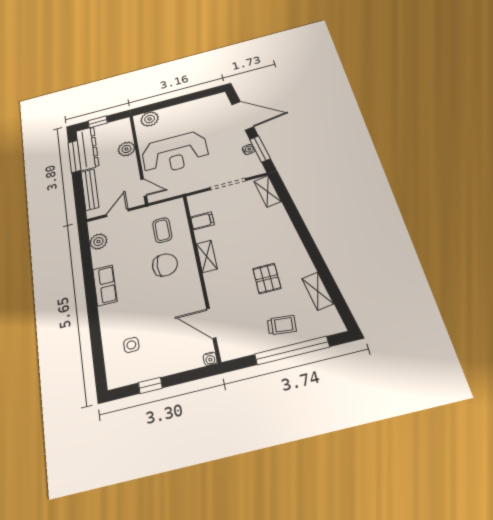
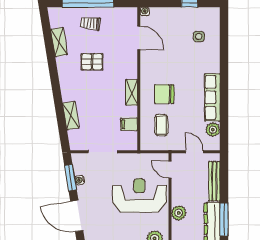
shelving: (267, 191) -> (71, 116), moved
door: (117, 213) -> (194, 152), swing flipped
pallet: (267, 278) -> (92, 62), turned 90
row of seats: (105, 285) -> (212, 97), width x1.48

